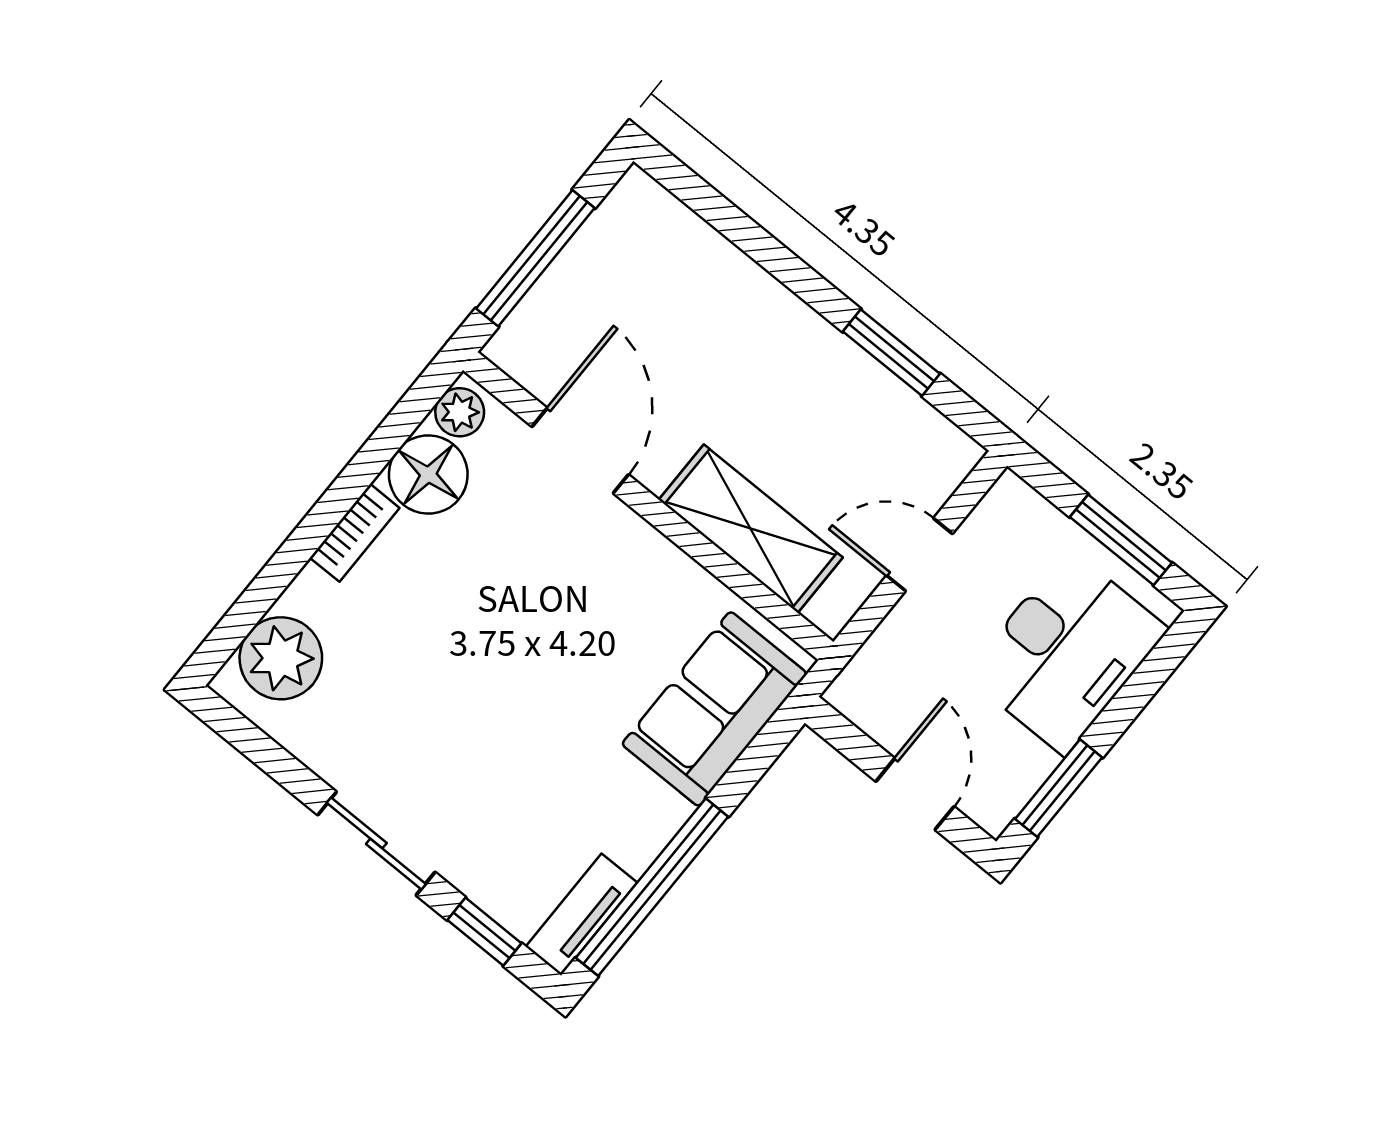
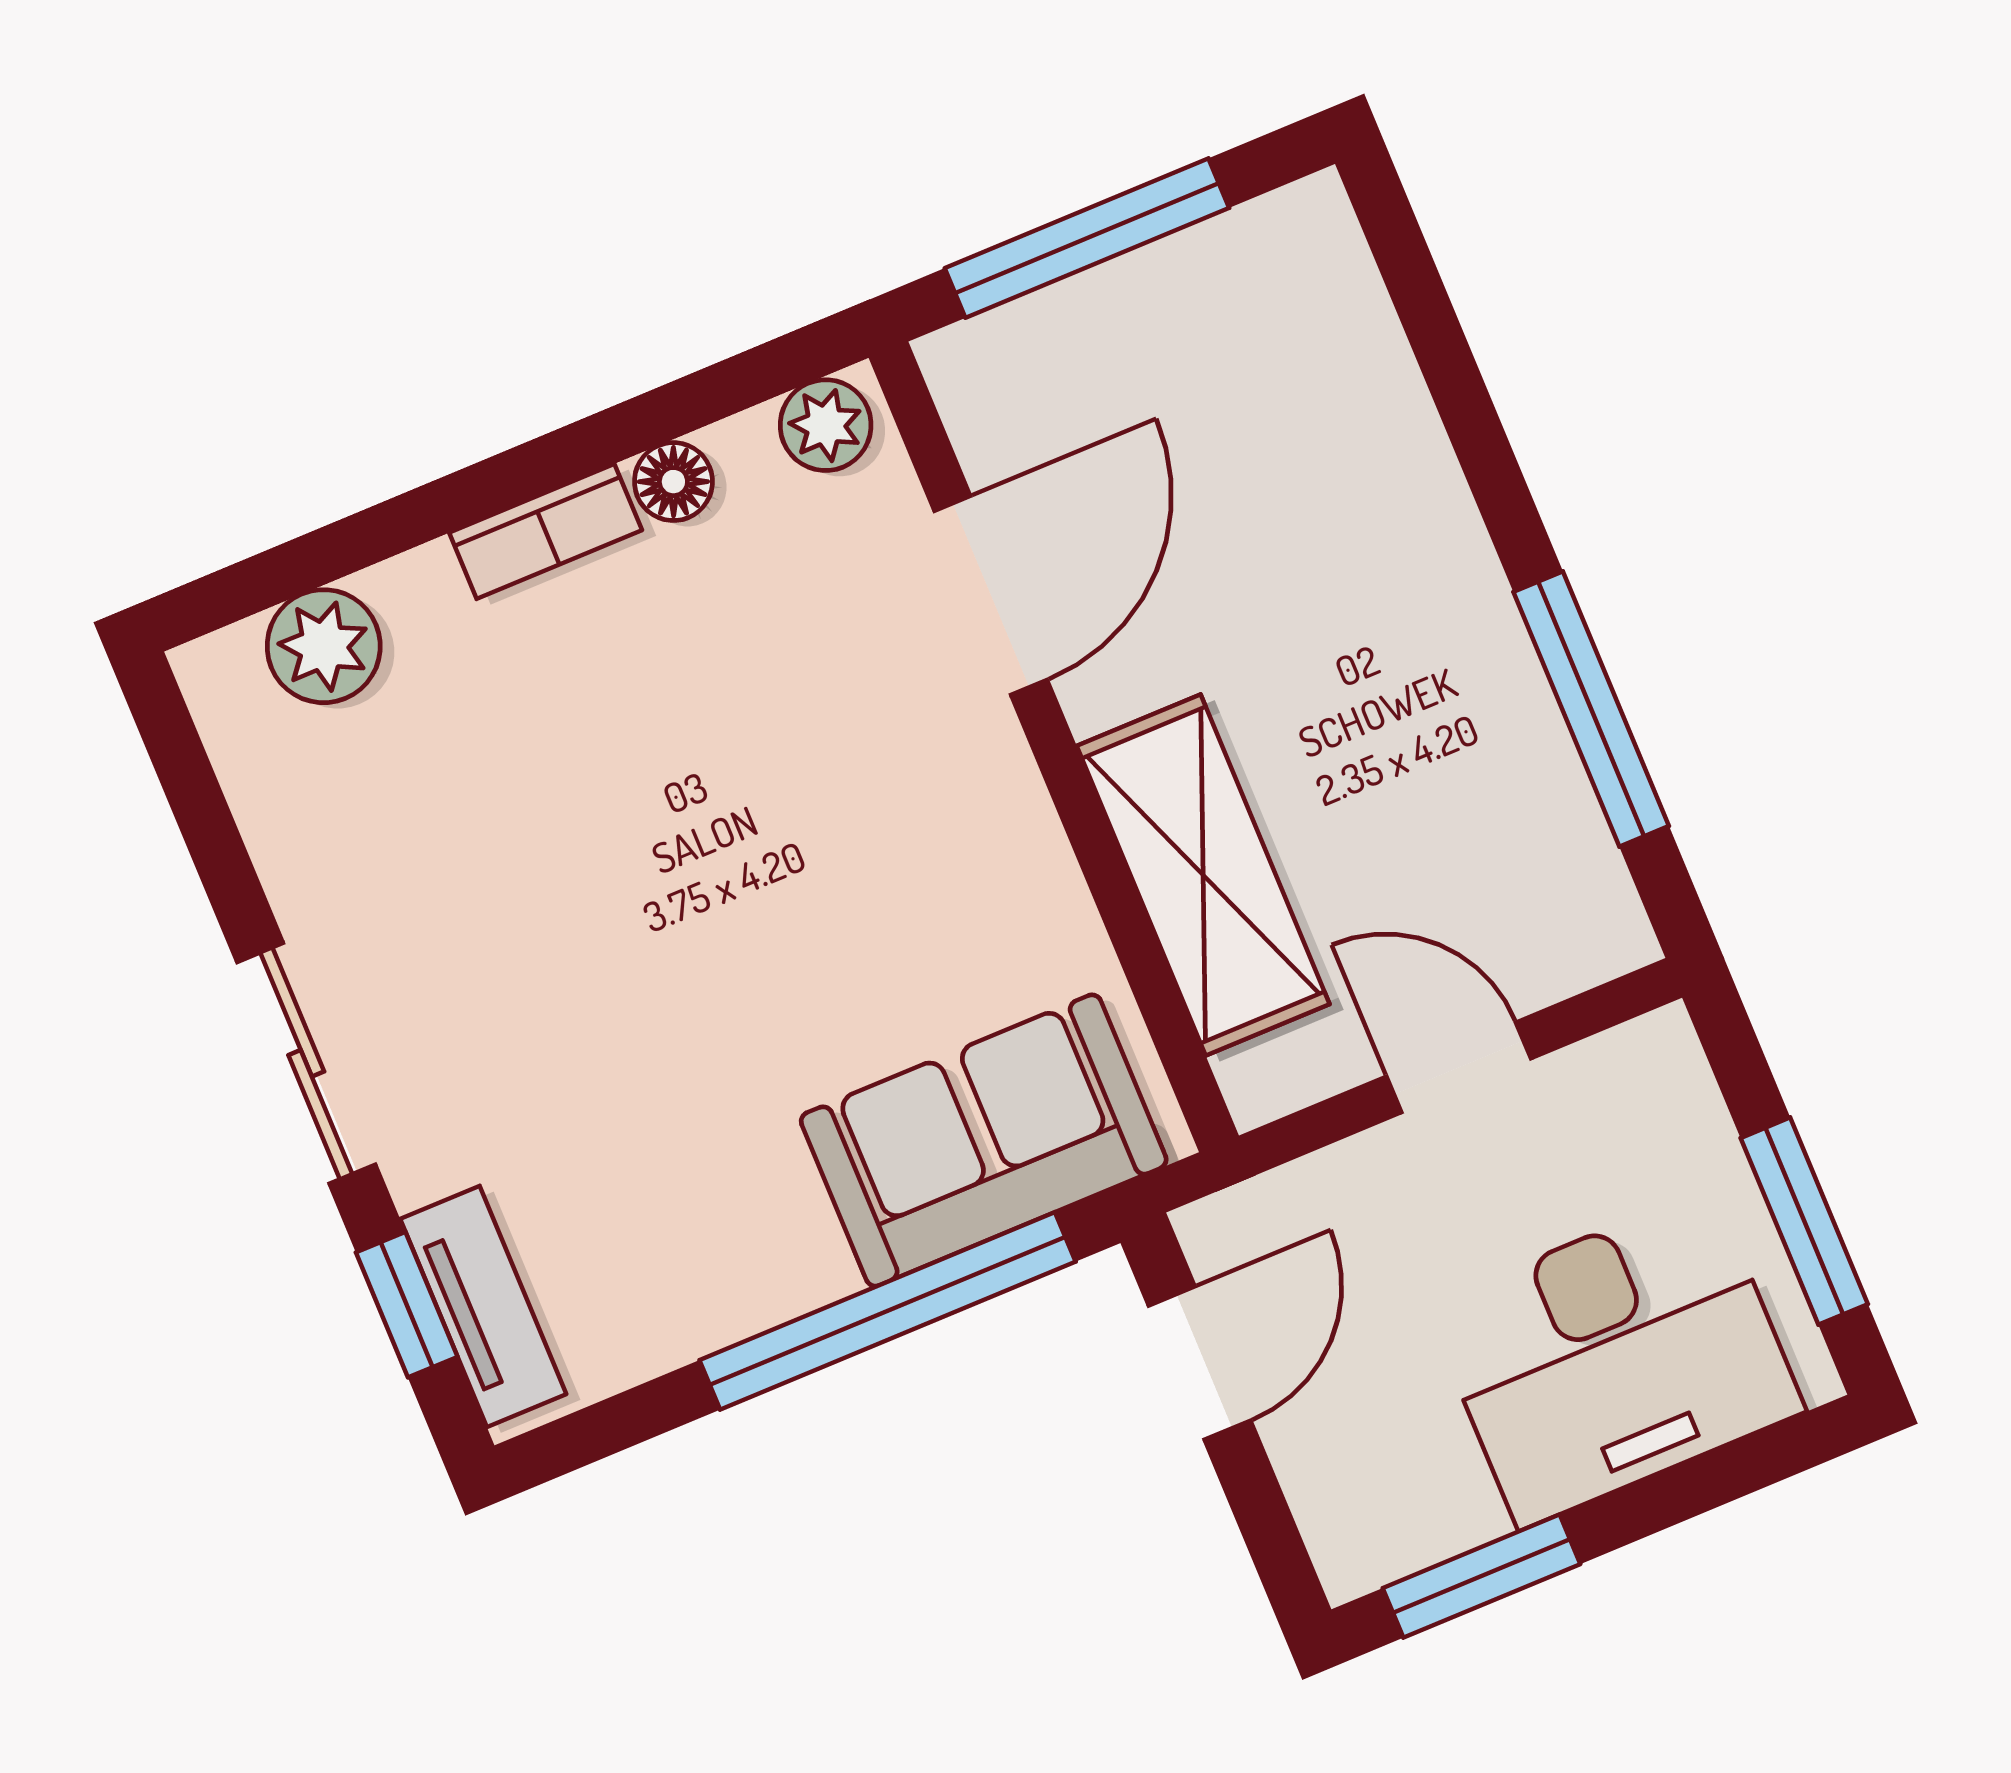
window: (891, 353) -> (1591, 709), width x1.44
floor lamp: (428, 475) -> (673, 482), width x0.53, depth x0.53
plant: (281, 658) -> (324, 646), width x0.73, depth x0.73
door: (915, 794) -> (1200, 1363), moved
window: (652, 887) -> (888, 1311), moved
tv unit: (581, 915) -> (483, 1306), moved, turned 90

